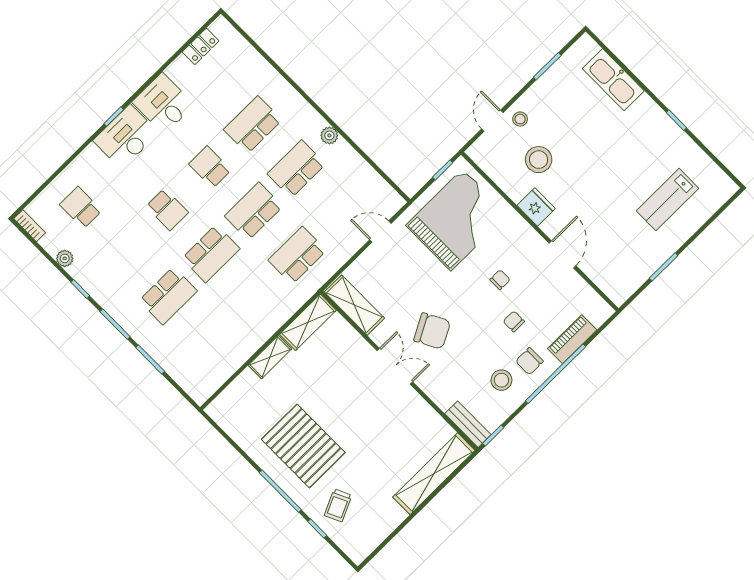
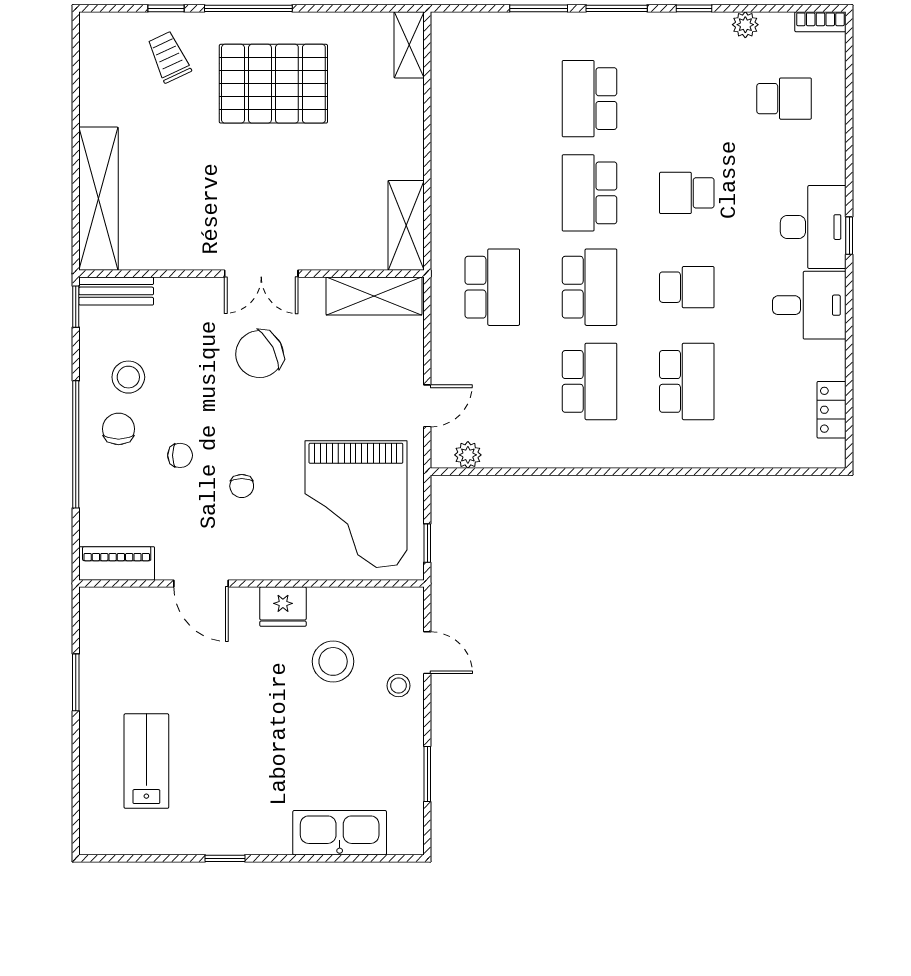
plant: (329, 135) -> (468, 455), moved
piano: (572, 339) -> (117, 563), moved, turned -90
shelving: (270, 357) -> (409, 45), moved

